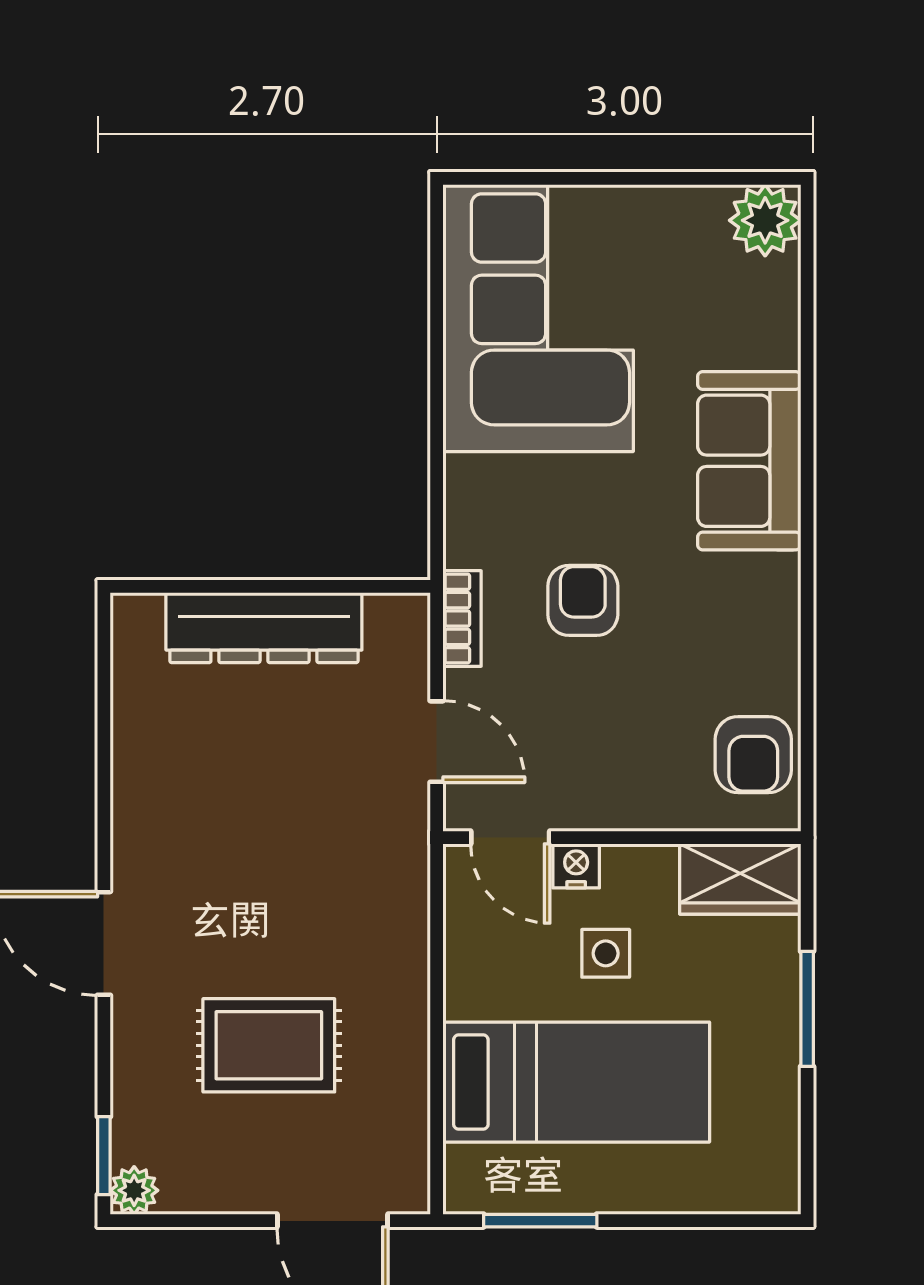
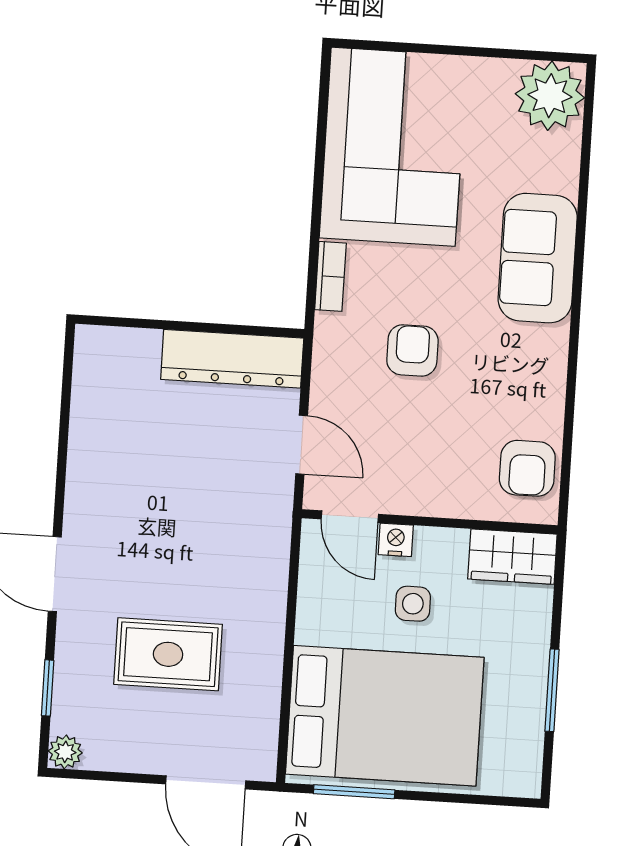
plant: (765, 220) -> (550, 96), width x1.36, depth x1.36
bookcase: (462, 618) -> (330, 276), moved
dresser: (264, 628) -> (232, 359), moved
window: (807, 1009) -> (552, 690), moved
bed: (576, 1082) -> (385, 716), width x1.50
window: (104, 1156) -> (48, 688), moved

